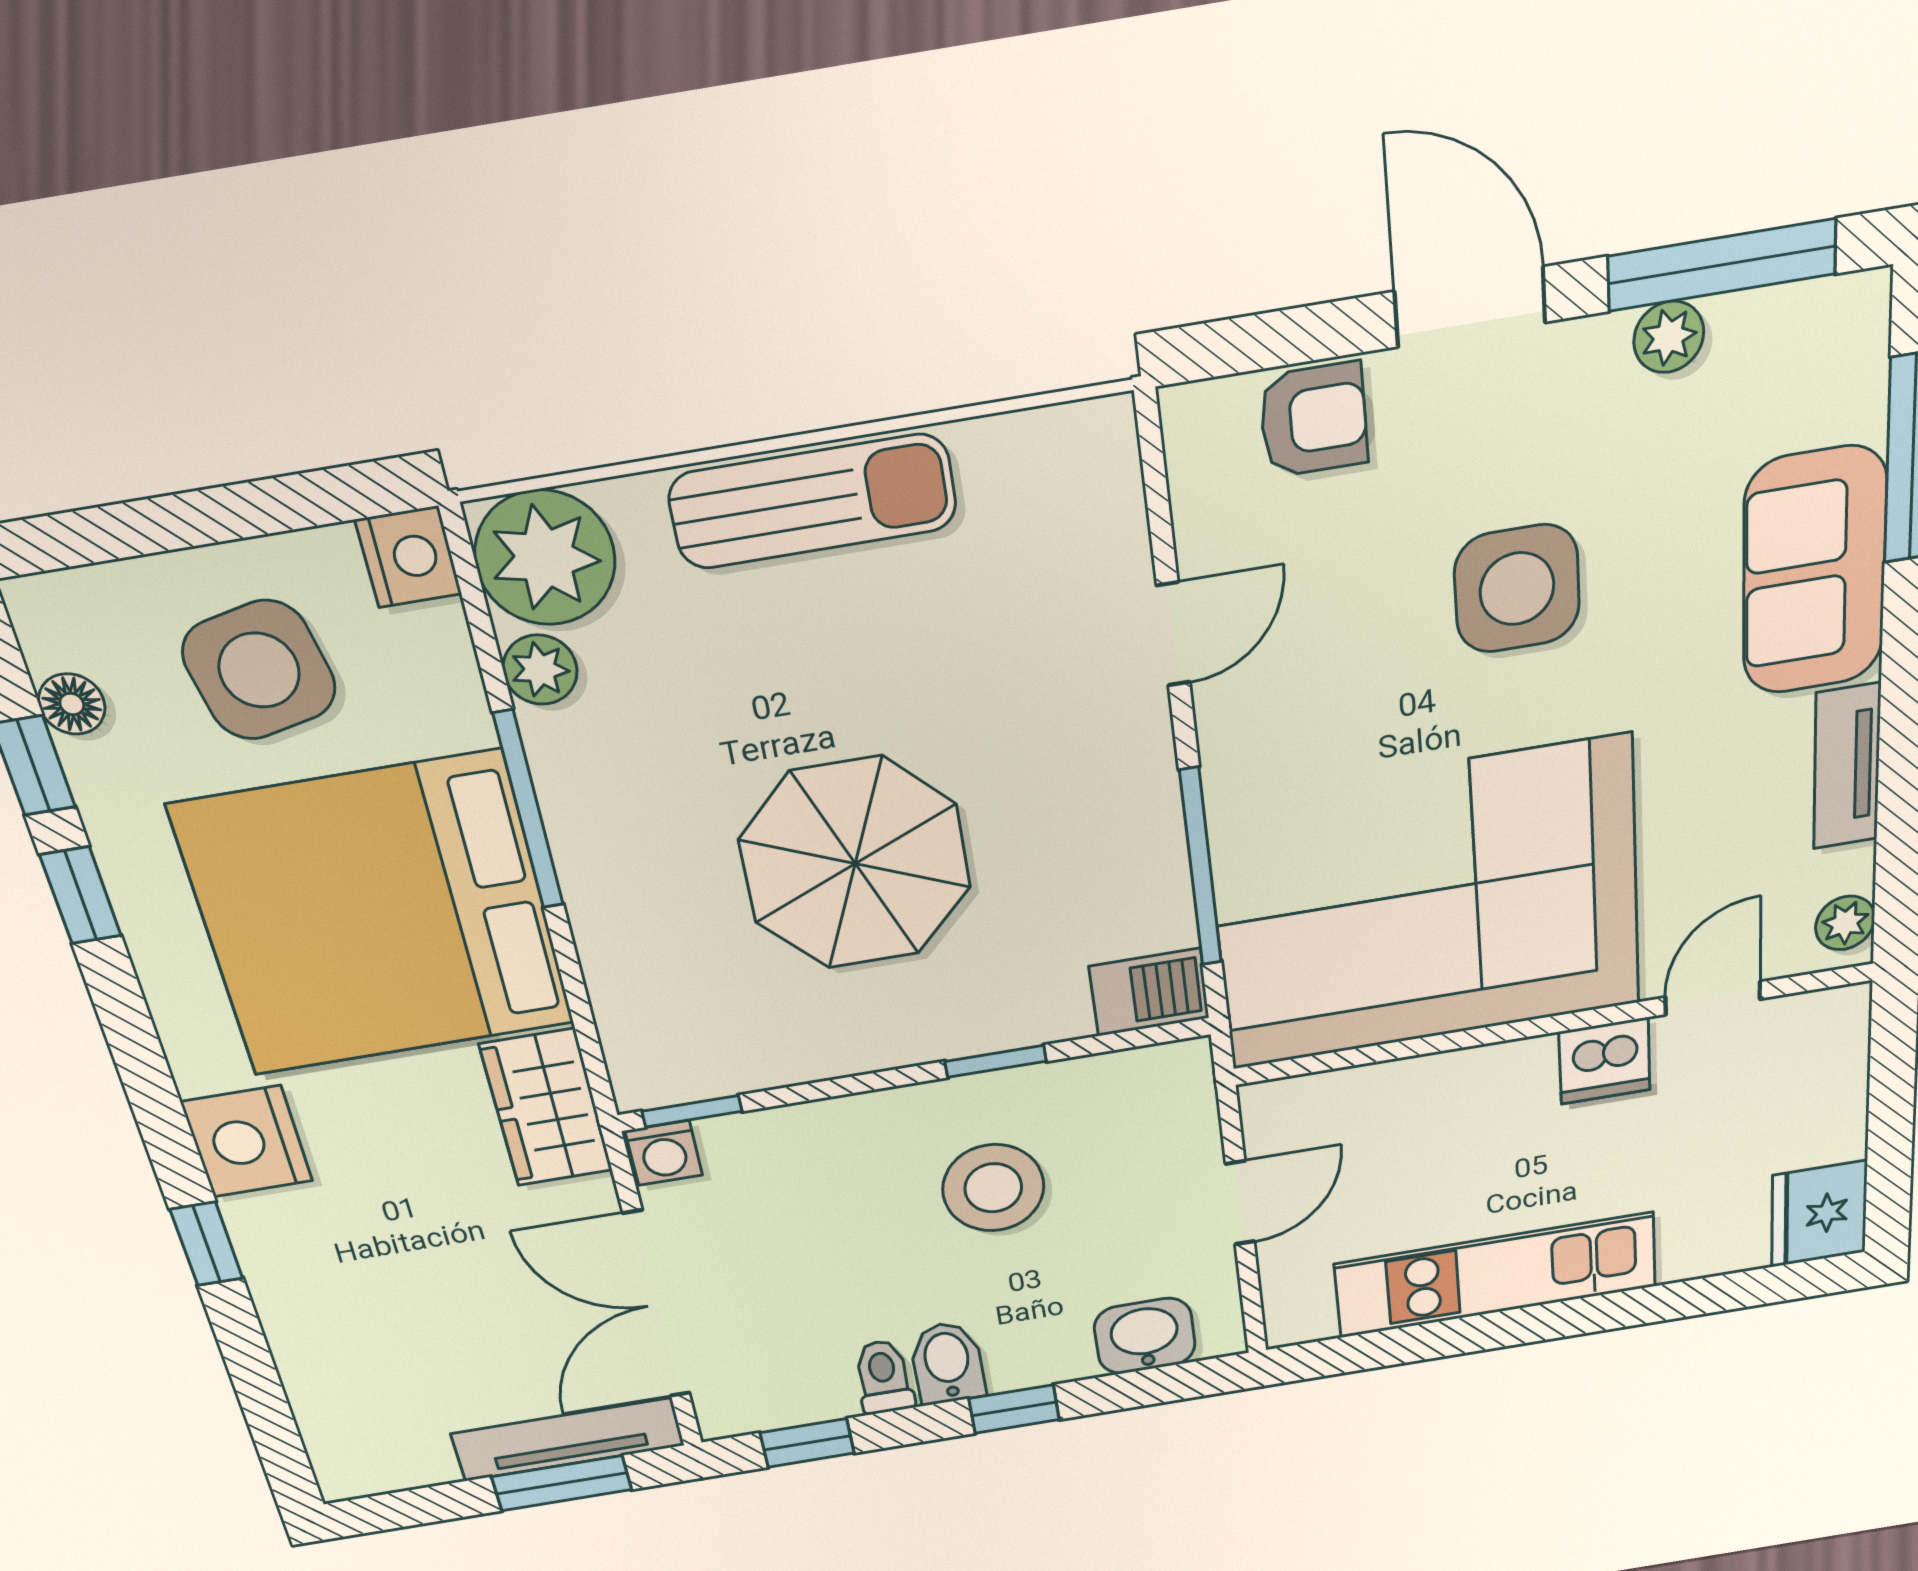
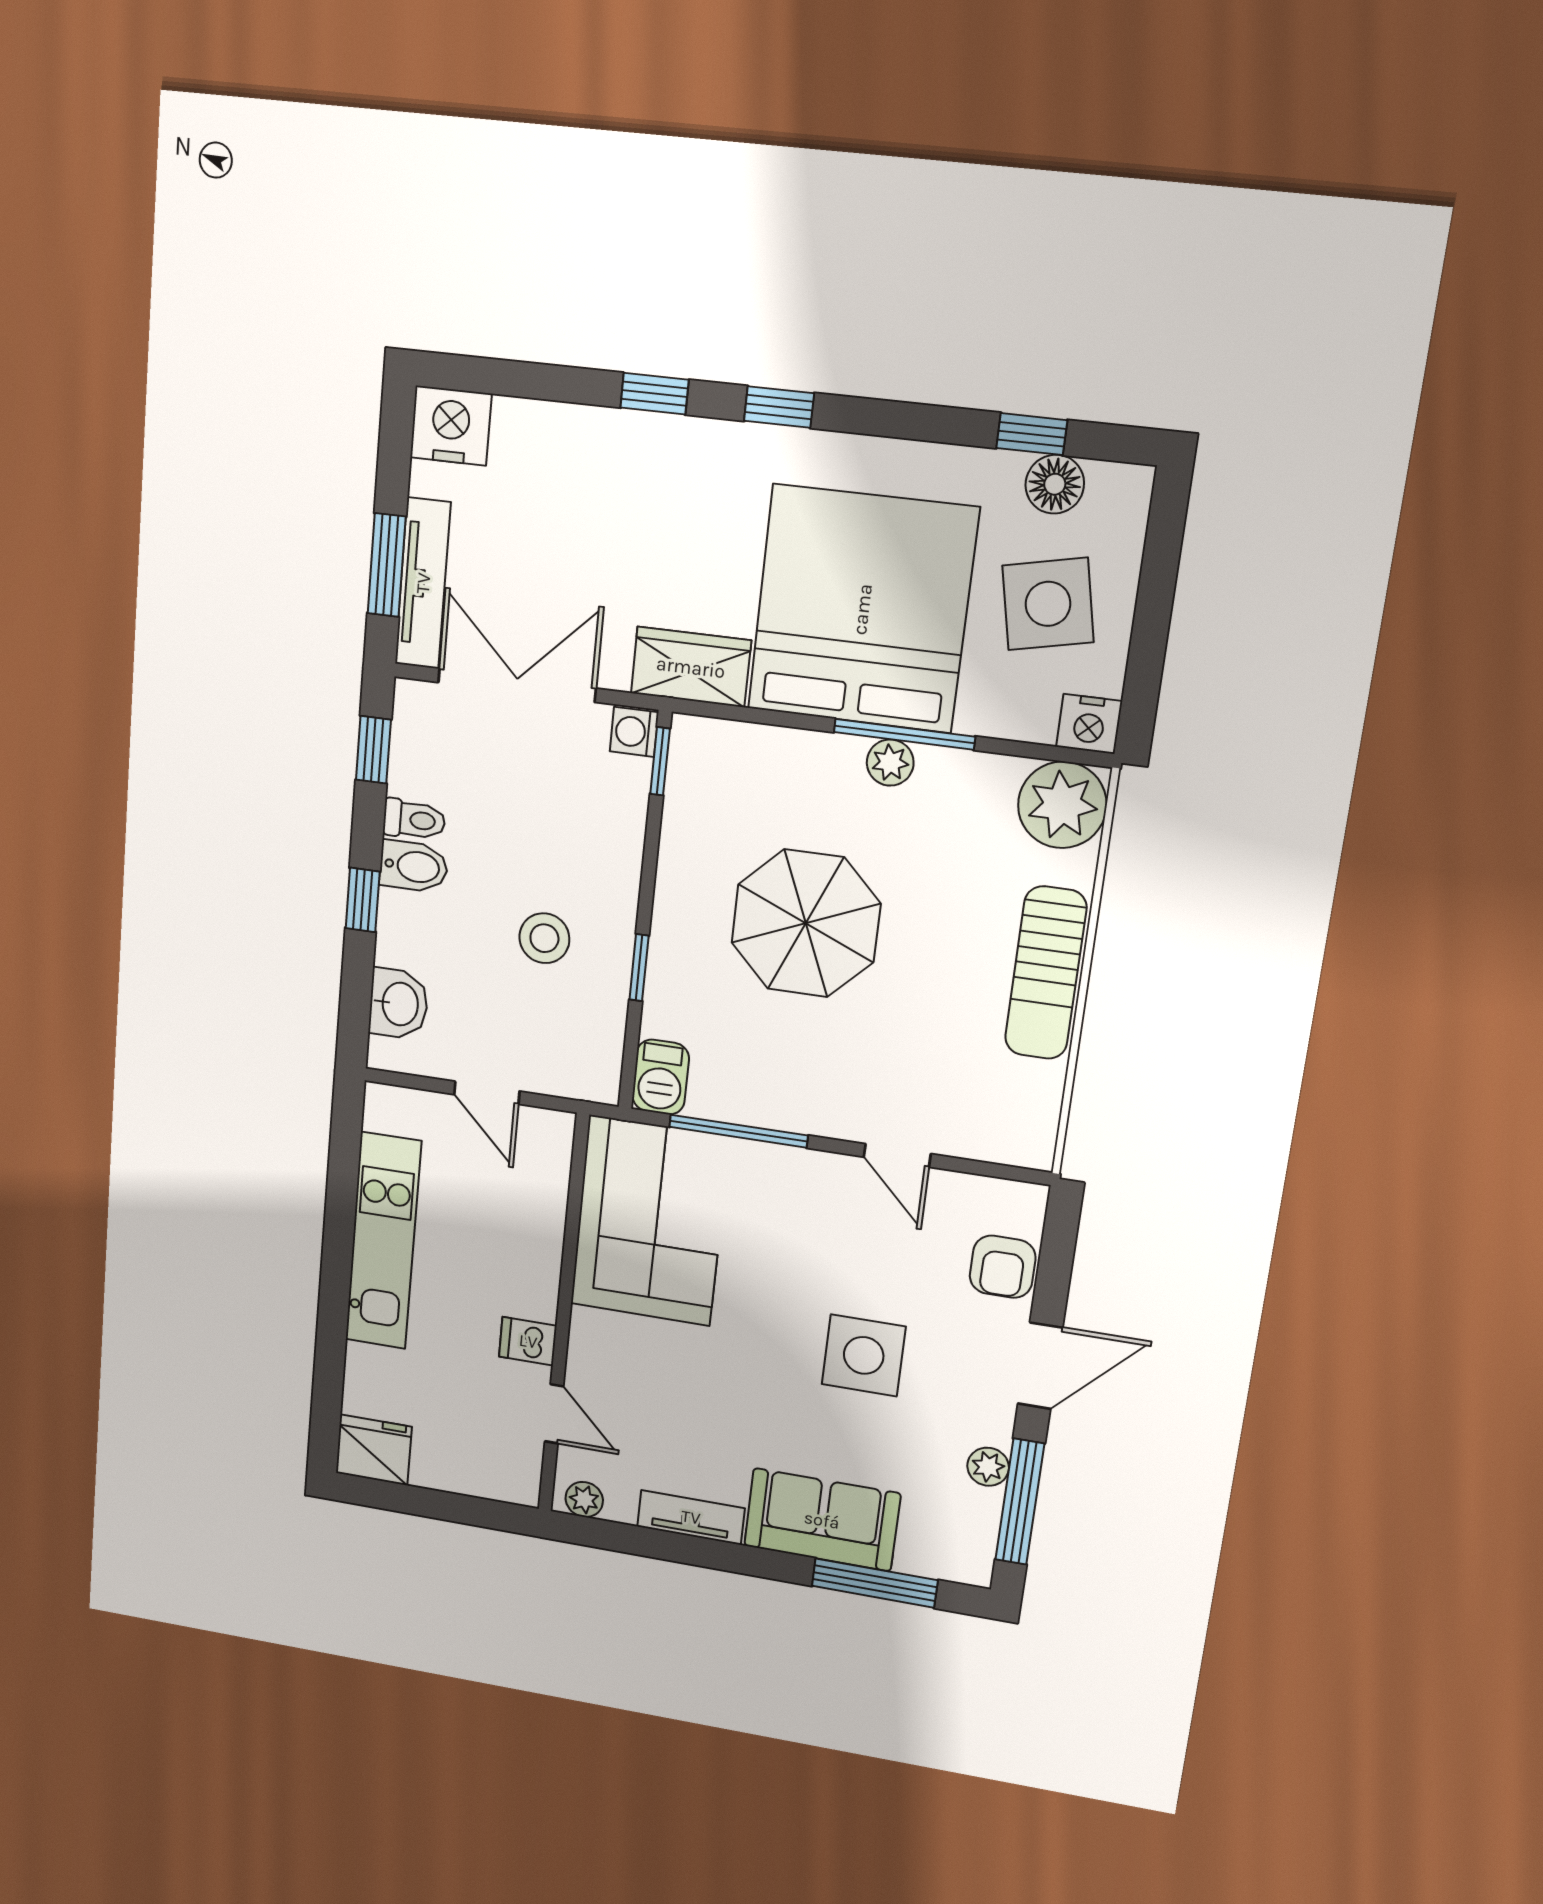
plant: (540, 670) -> (890, 763), moved
floor lamp: (72, 704) -> (1055, 484), width x1.37, depth x1.37
window: (81, 895) -> (779, 407), moved
corner sofa: (1427, 905) -> (650, 1221), width x0.73, depth x0.74
dishwasher: (1604, 1061) -> (528, 1341), width x0.73
nightstand: (247, 1141) -> (451, 426), moved
stool: (993, 1188) -> (544, 938), width x0.73, depth x0.73

